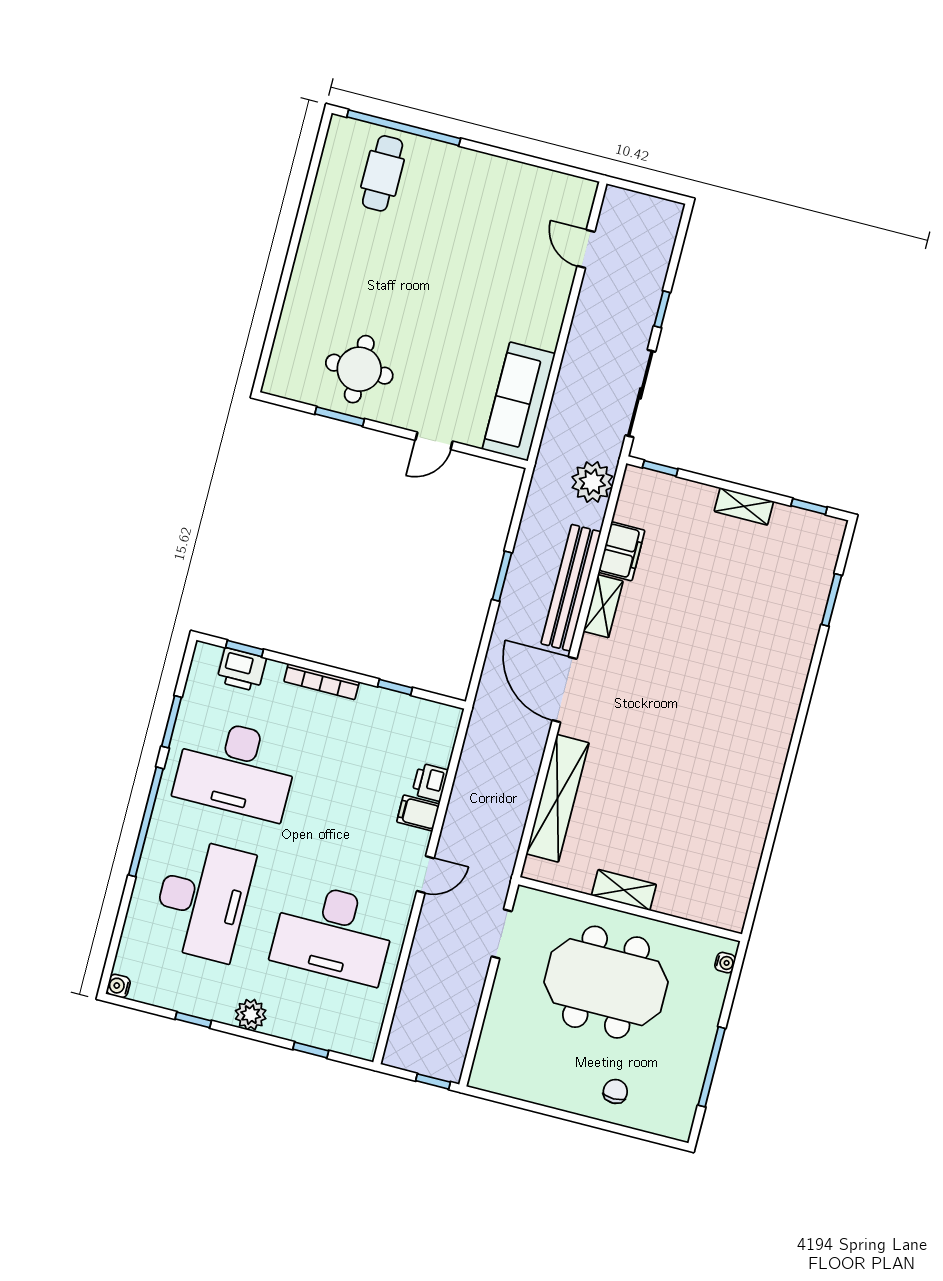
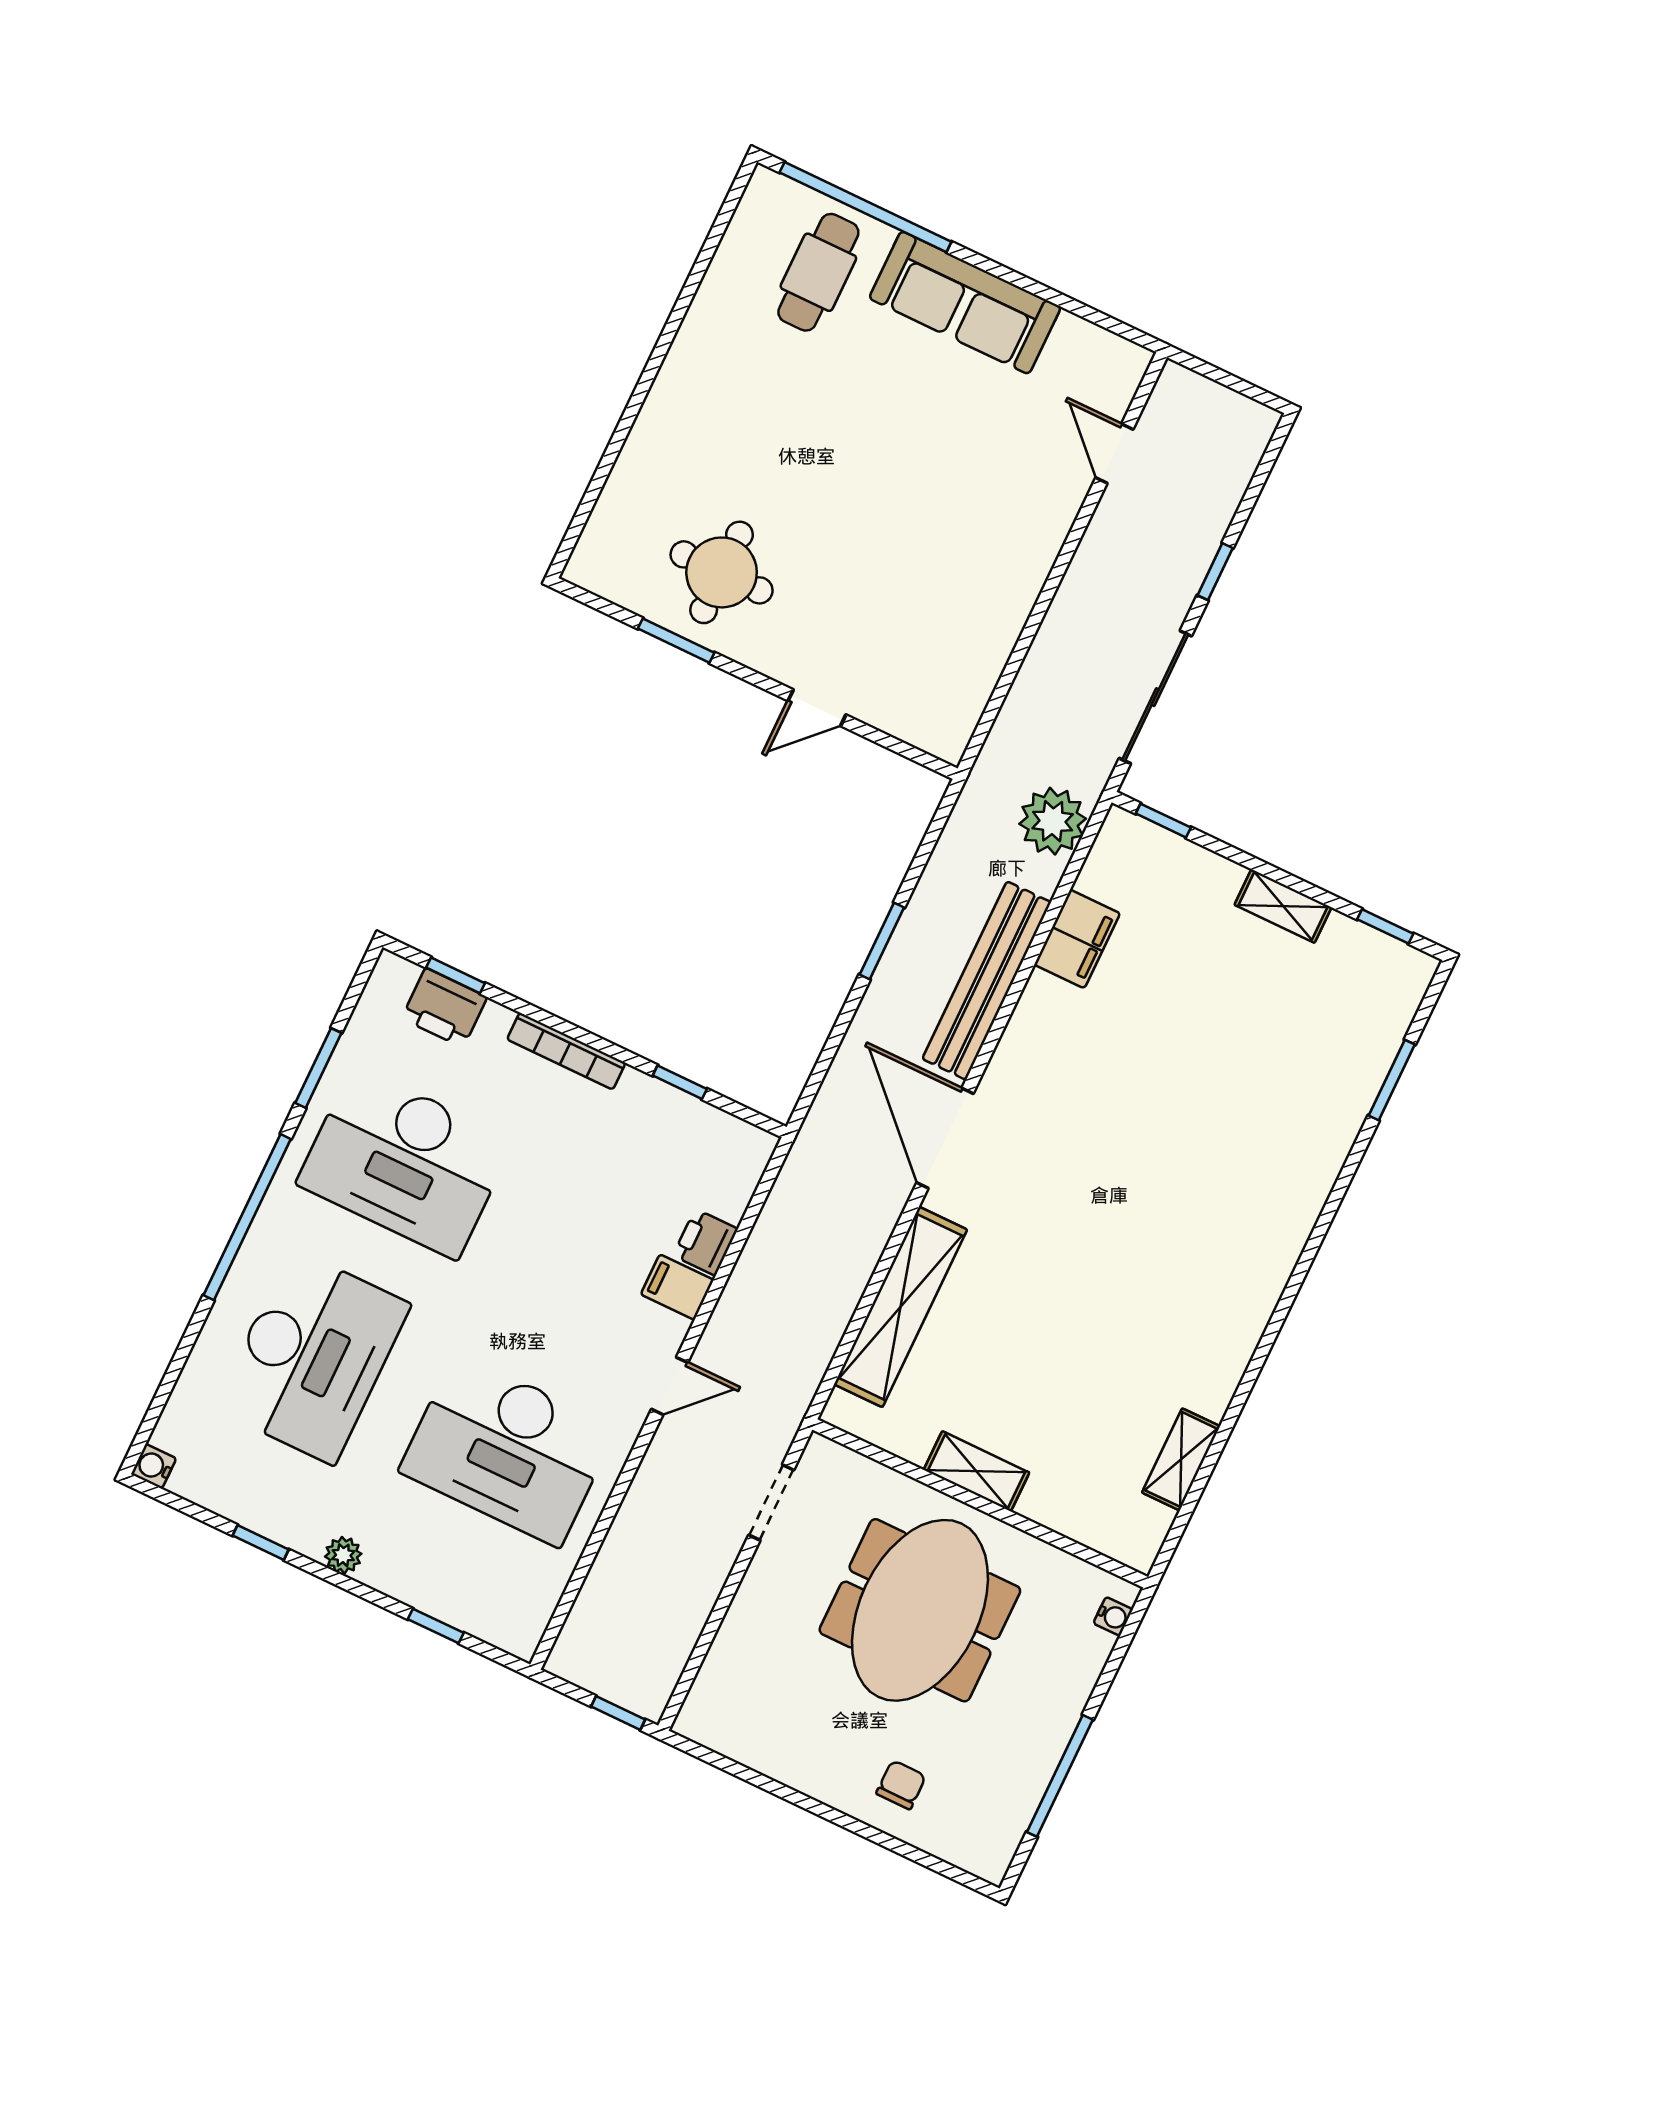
sofa: (519, 402) -> (965, 303), moved, turned -90
shelving: (603, 606) -> (1181, 1459), moved
meeting table: (606, 982) -> (920, 1610), turned 90
plant: (251, 1015) -> (343, 1555), width x0.73, depth x0.73

